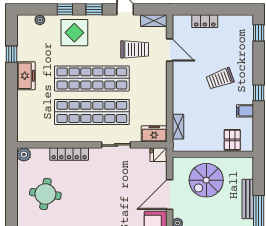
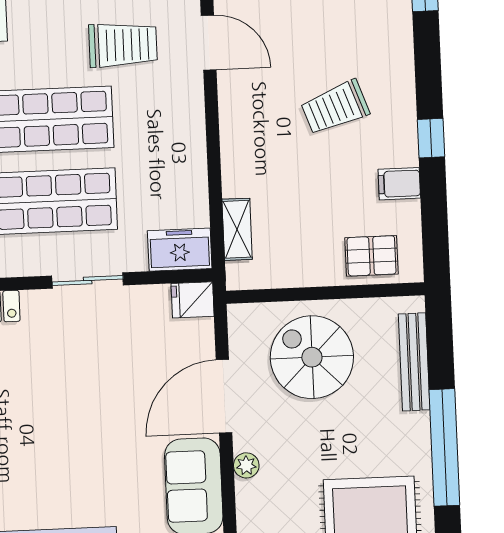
pallet: (232, 140) -> (371, 256), turned 90
spiral stairs: (206, 180) -> (312, 357), turned 90
bench: (248, 199) -> (414, 362), moved

